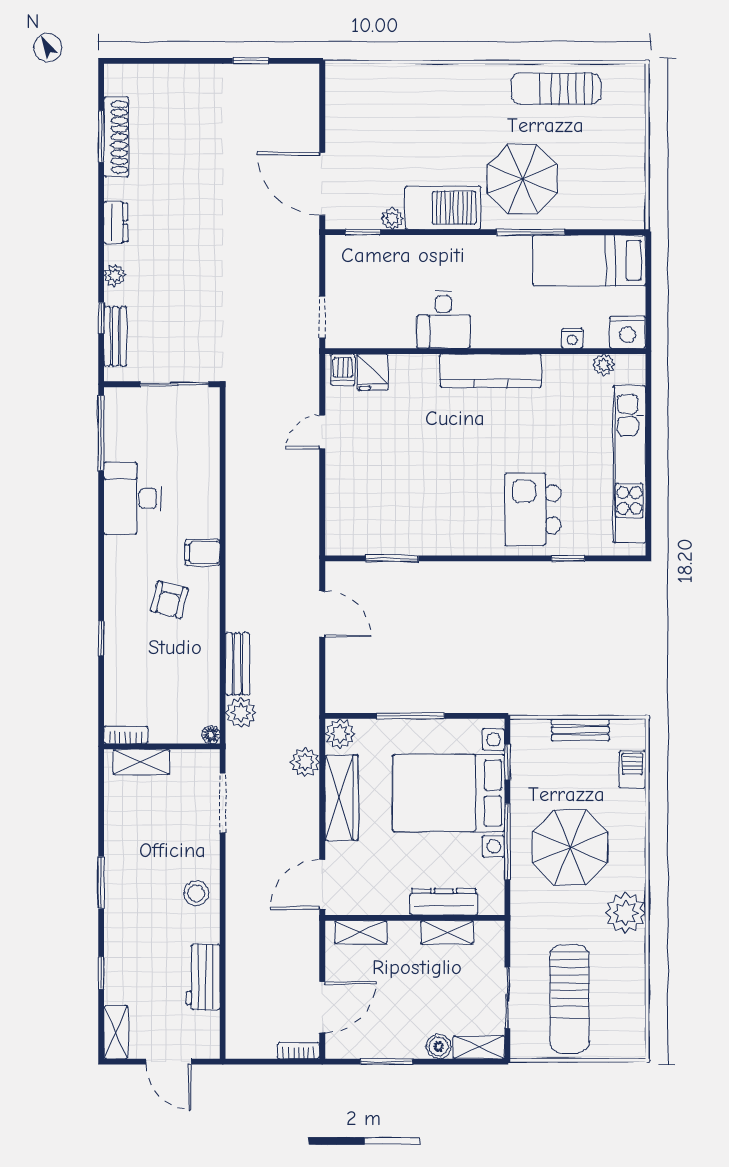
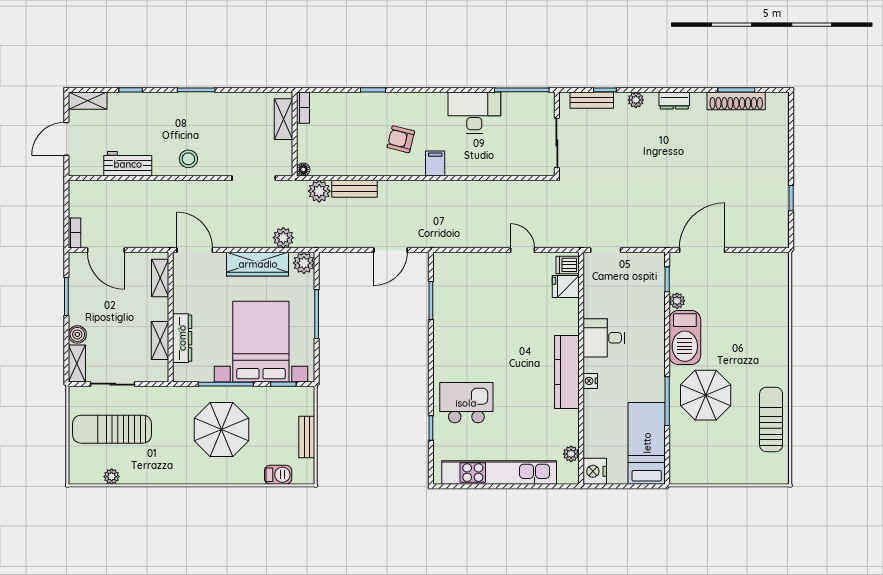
nightstand: (572, 338) -> (590, 381), moved
plant: (625, 913) -> (112, 477), moved, width x0.53, depth x0.53

